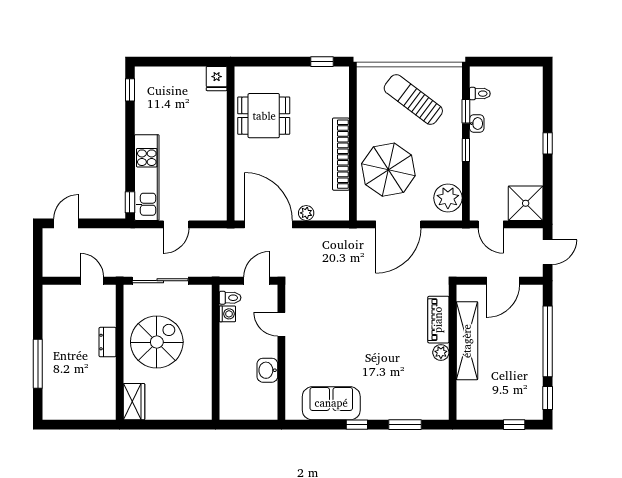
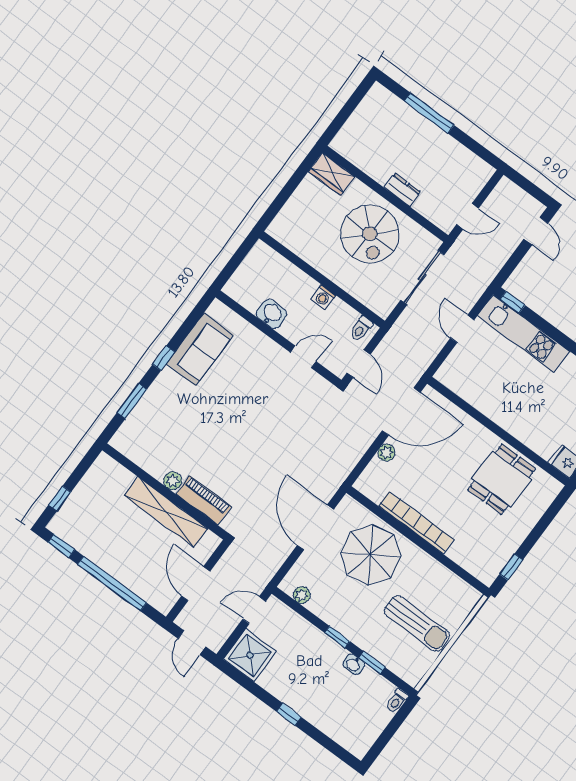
toilet: (480, 94) -> (397, 701), moved
sun lounger: (413, 99) -> (417, 623), turned 53
plant: (448, 198) -> (302, 595), width x0.53, depth x0.53
washing machine: (227, 314) -> (323, 297), moved

